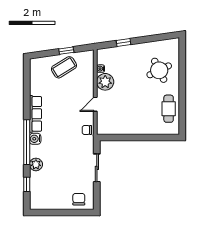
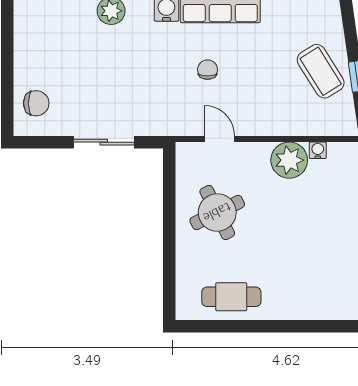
round table: (159, 70) -> (217, 212), moved
door: (95, 104) -> (219, 139), moved
chair: (87, 130) -> (208, 70), moved

